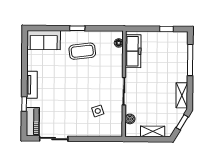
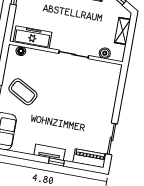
coffee table: (82, 51) -> (23, 92), turned -54
window: (24, 104) -> (56, 162), moved
side table: (98, 111) -> (90, 86), removed

